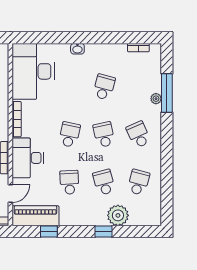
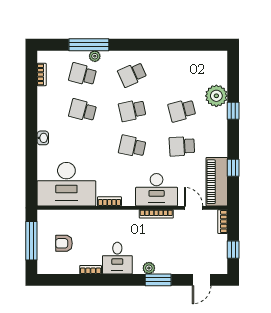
bookcase: (17, 119) -> (109, 201), width x0.64
school desk: (138, 182) -> (83, 74), moved

